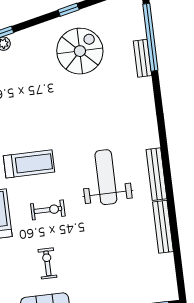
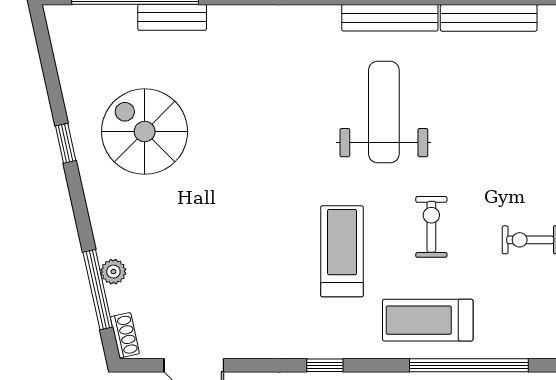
weight bench: (106, 177) -> (384, 112), turned 90

